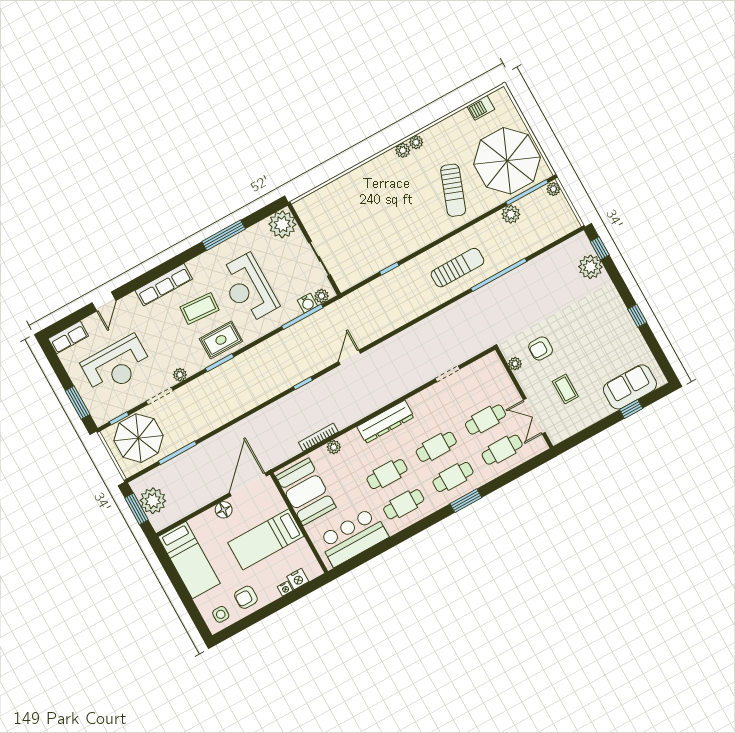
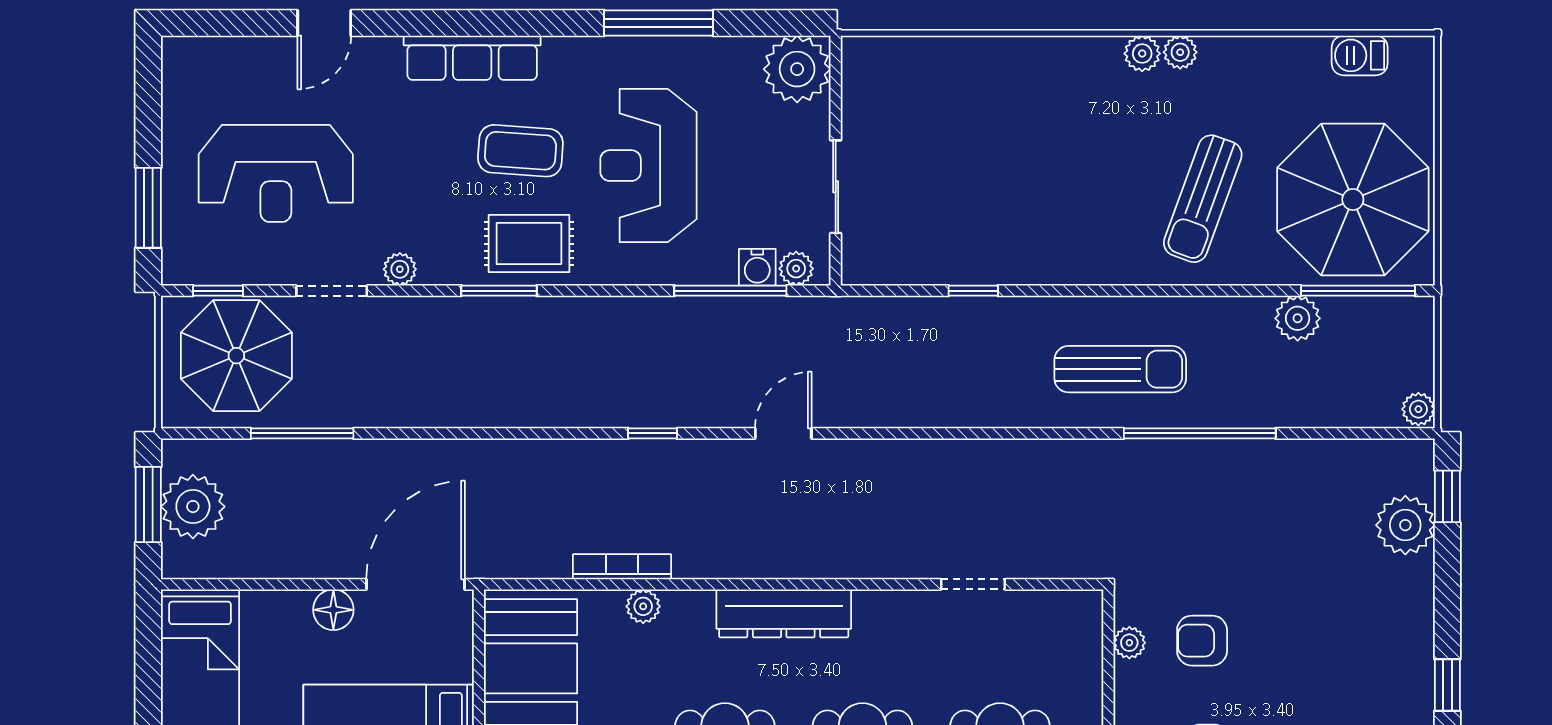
plant: (553, 189) -> (1418, 409), moved
row of seats: (68, 337) -> (206, 57), removed

